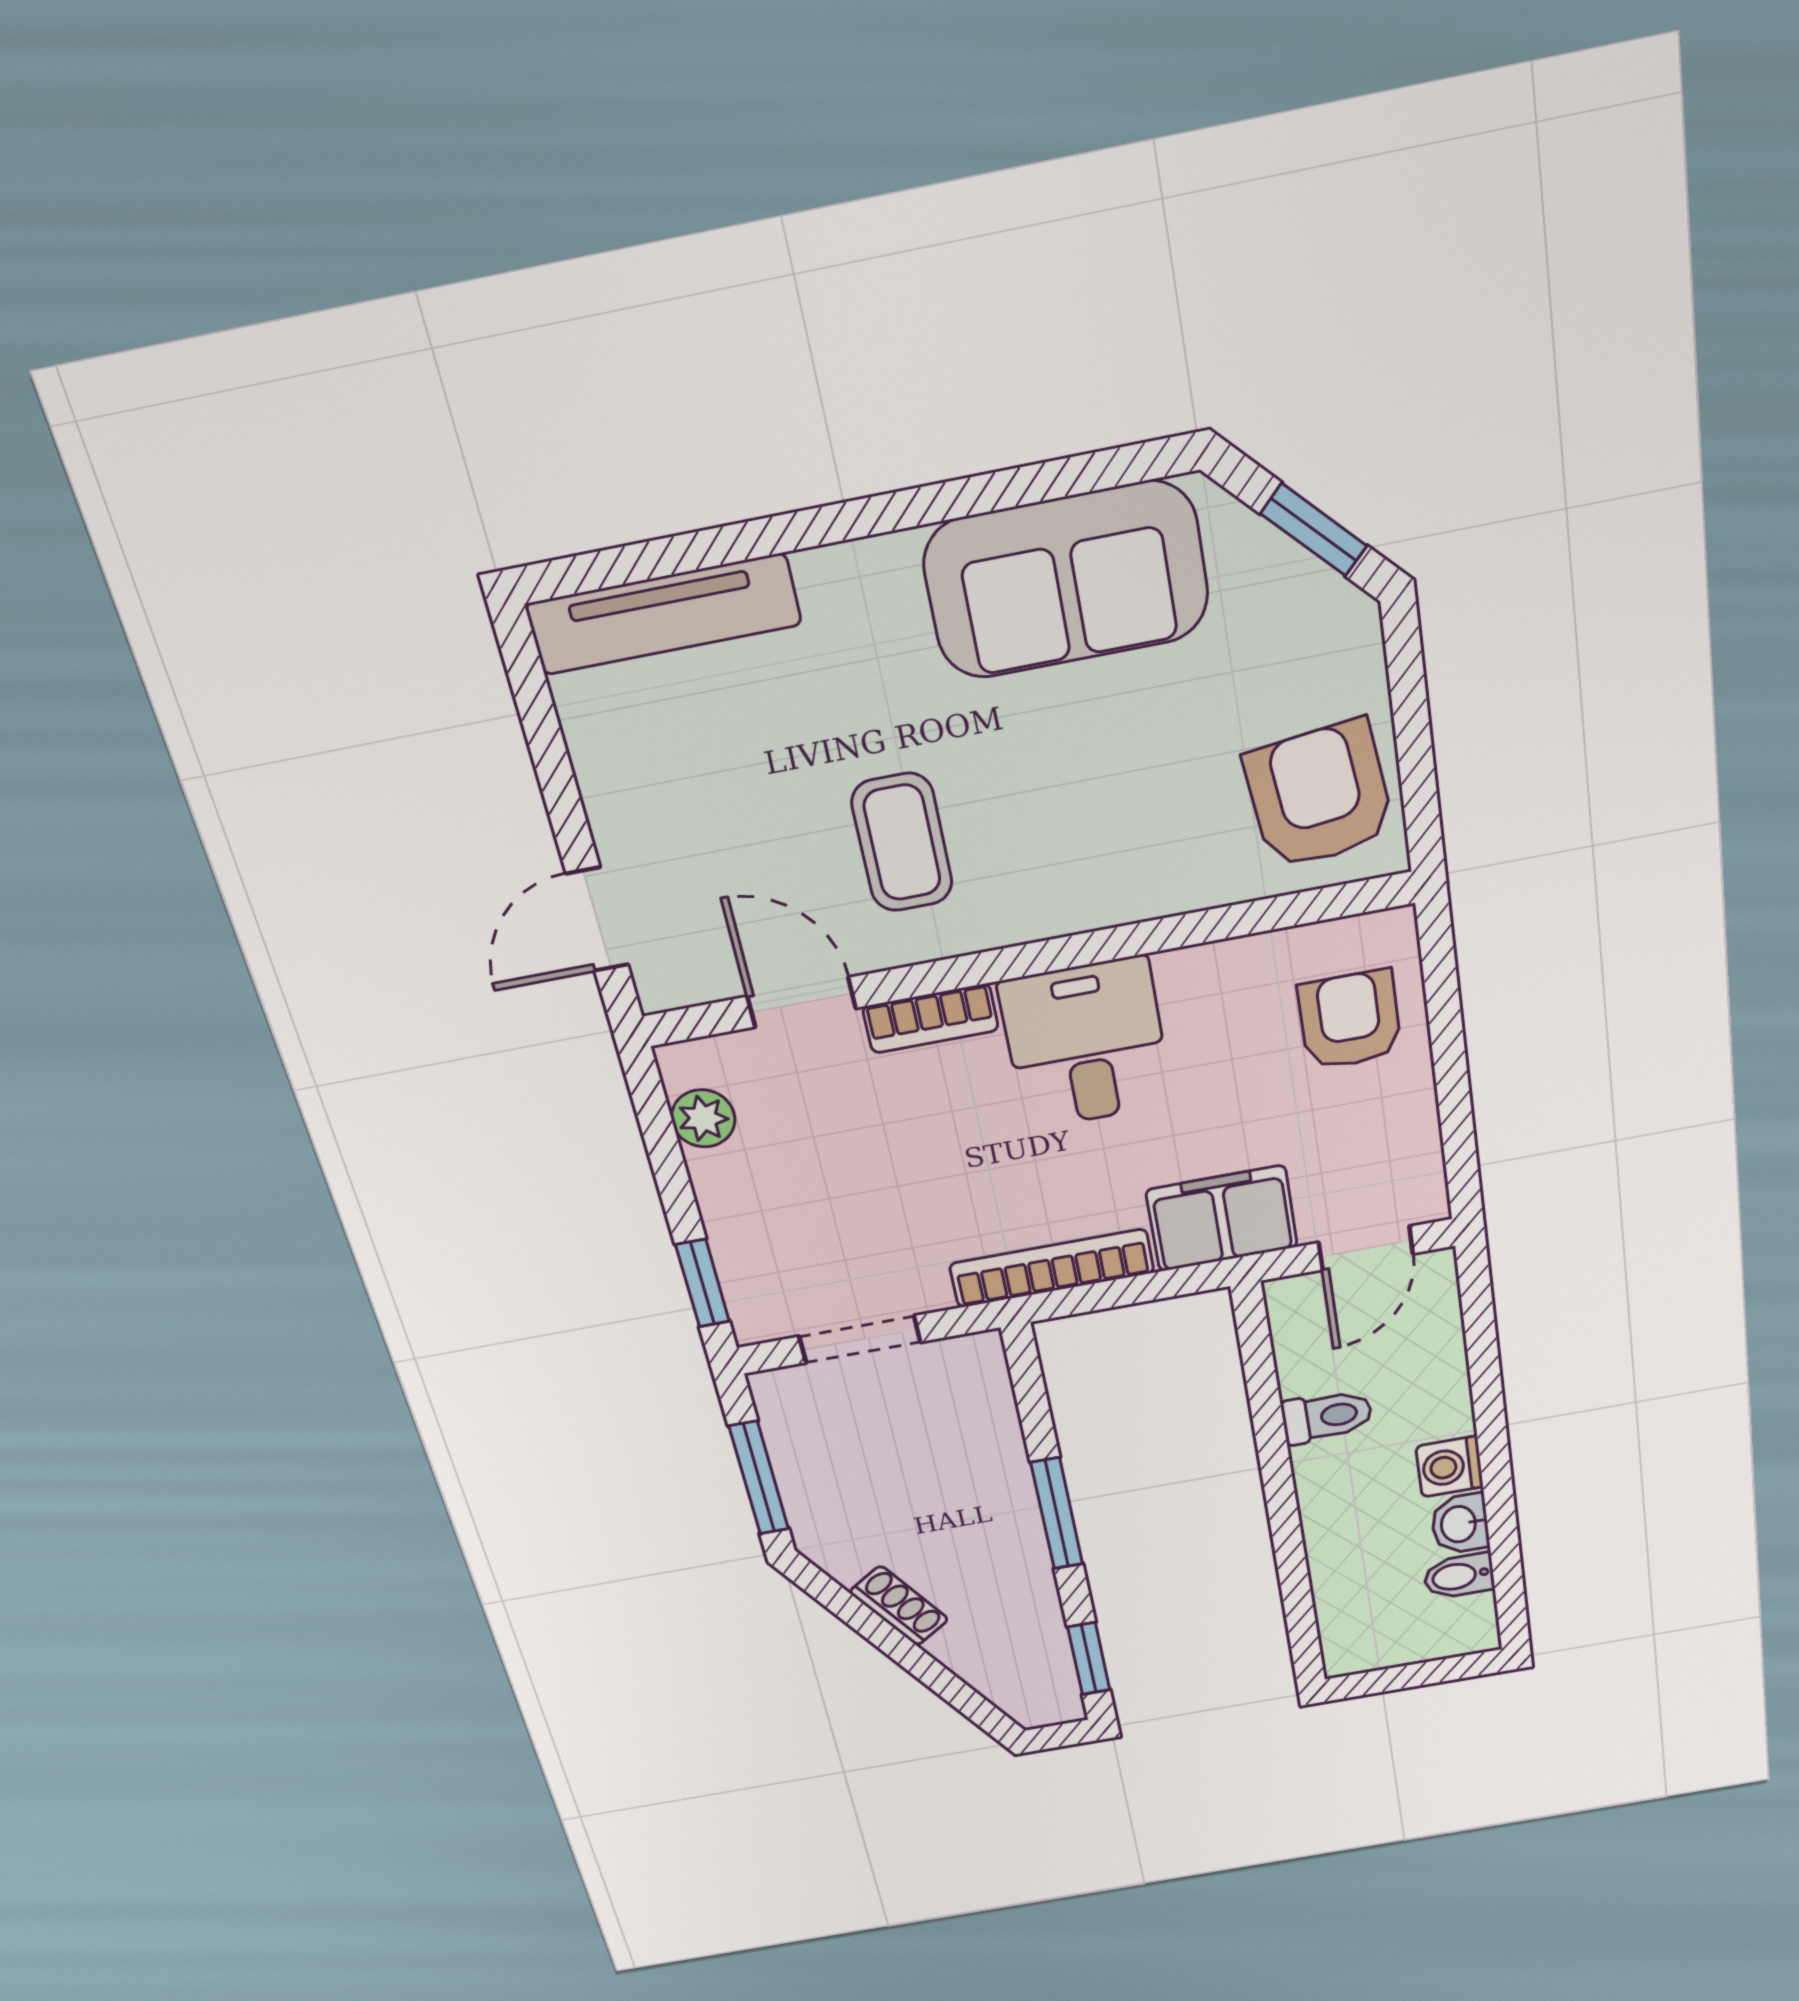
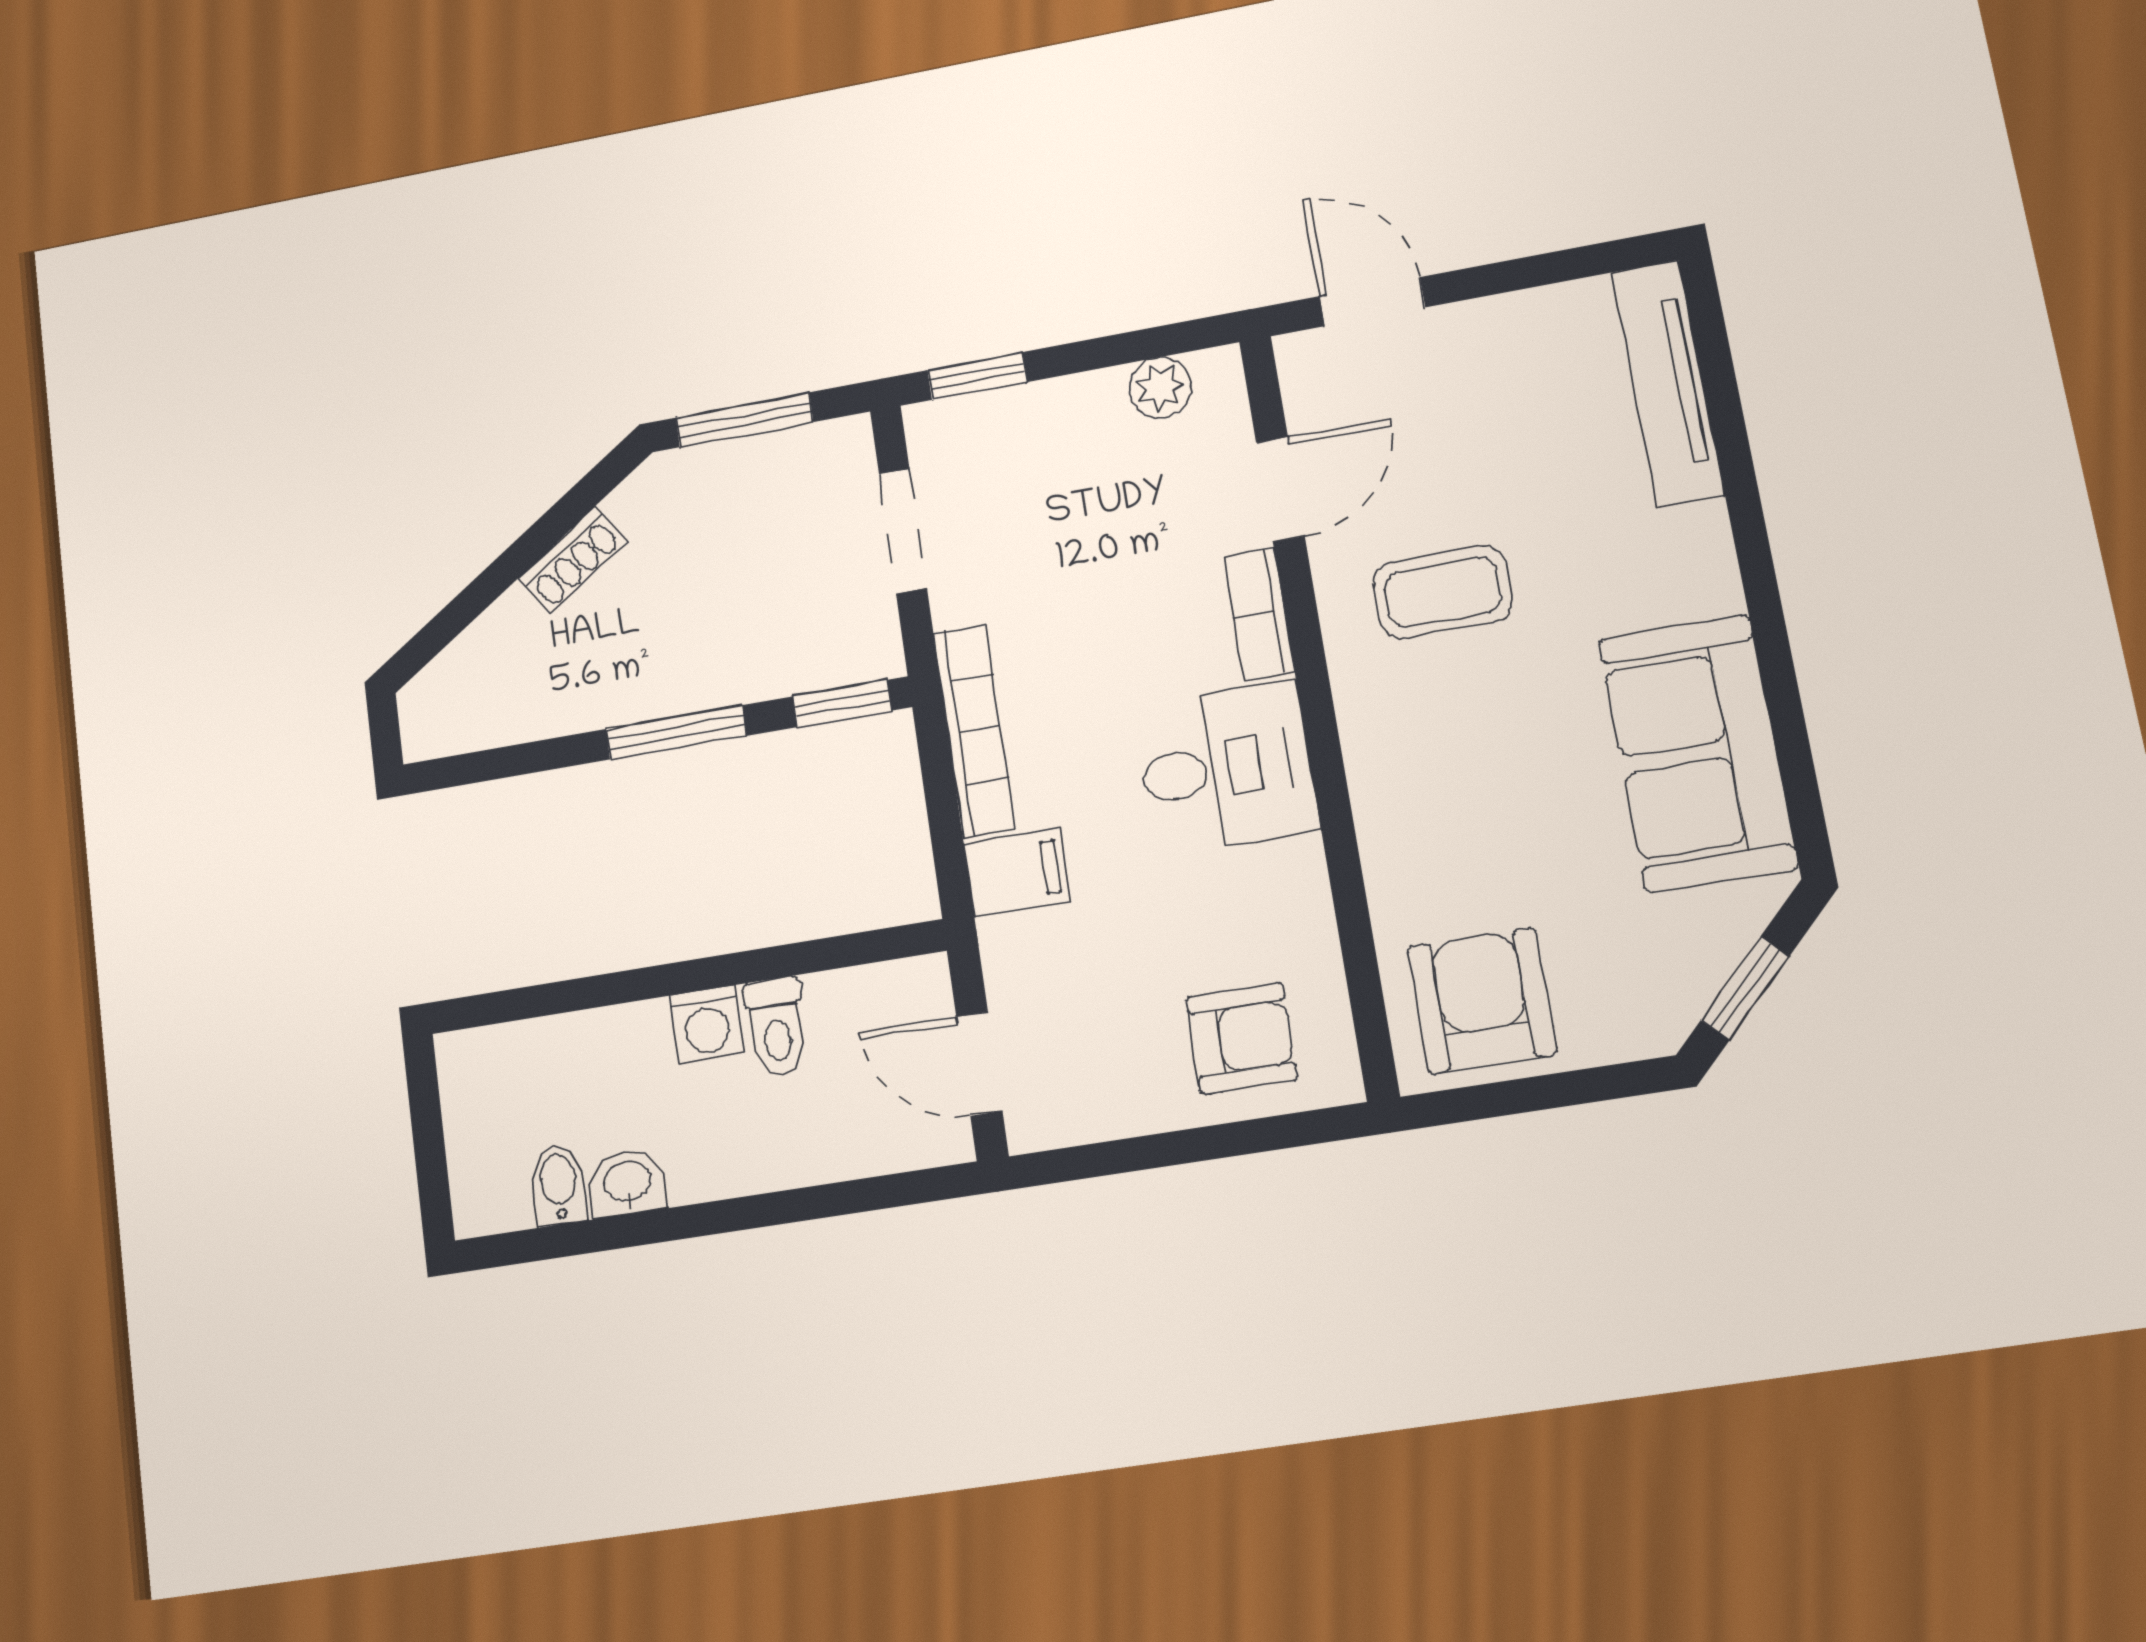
armchair: (1319, 796) -> (1482, 1000), turned -83
filing cabinet: (1222, 1219) -> (1017, 872), width x0.50
washing machine: (1450, 1467) -> (707, 1024), moved, turned 180
window: (1089, 1659) -> (842, 703), moved

